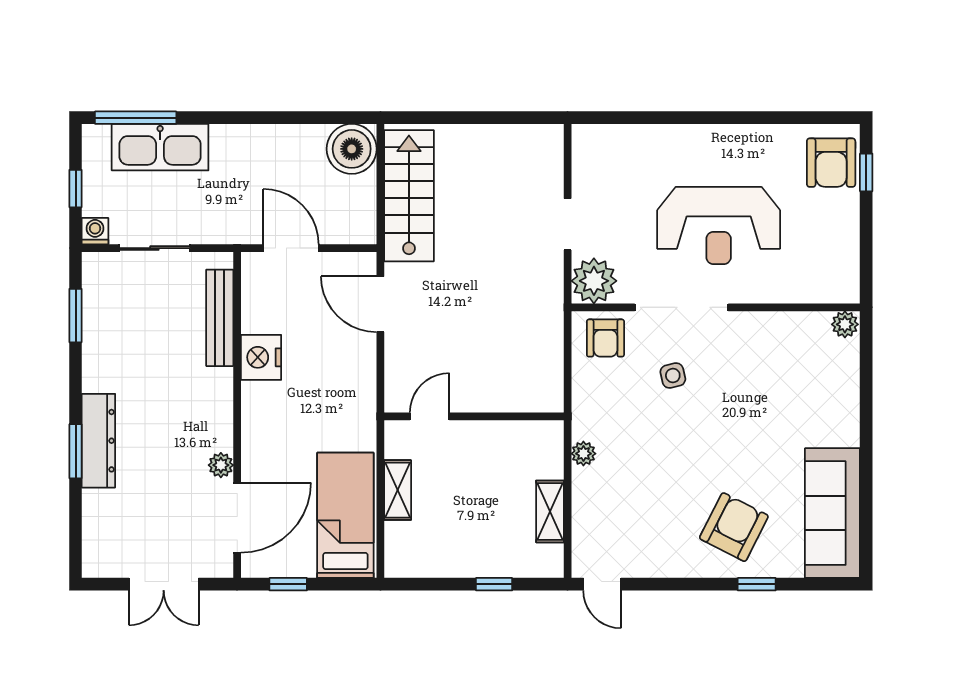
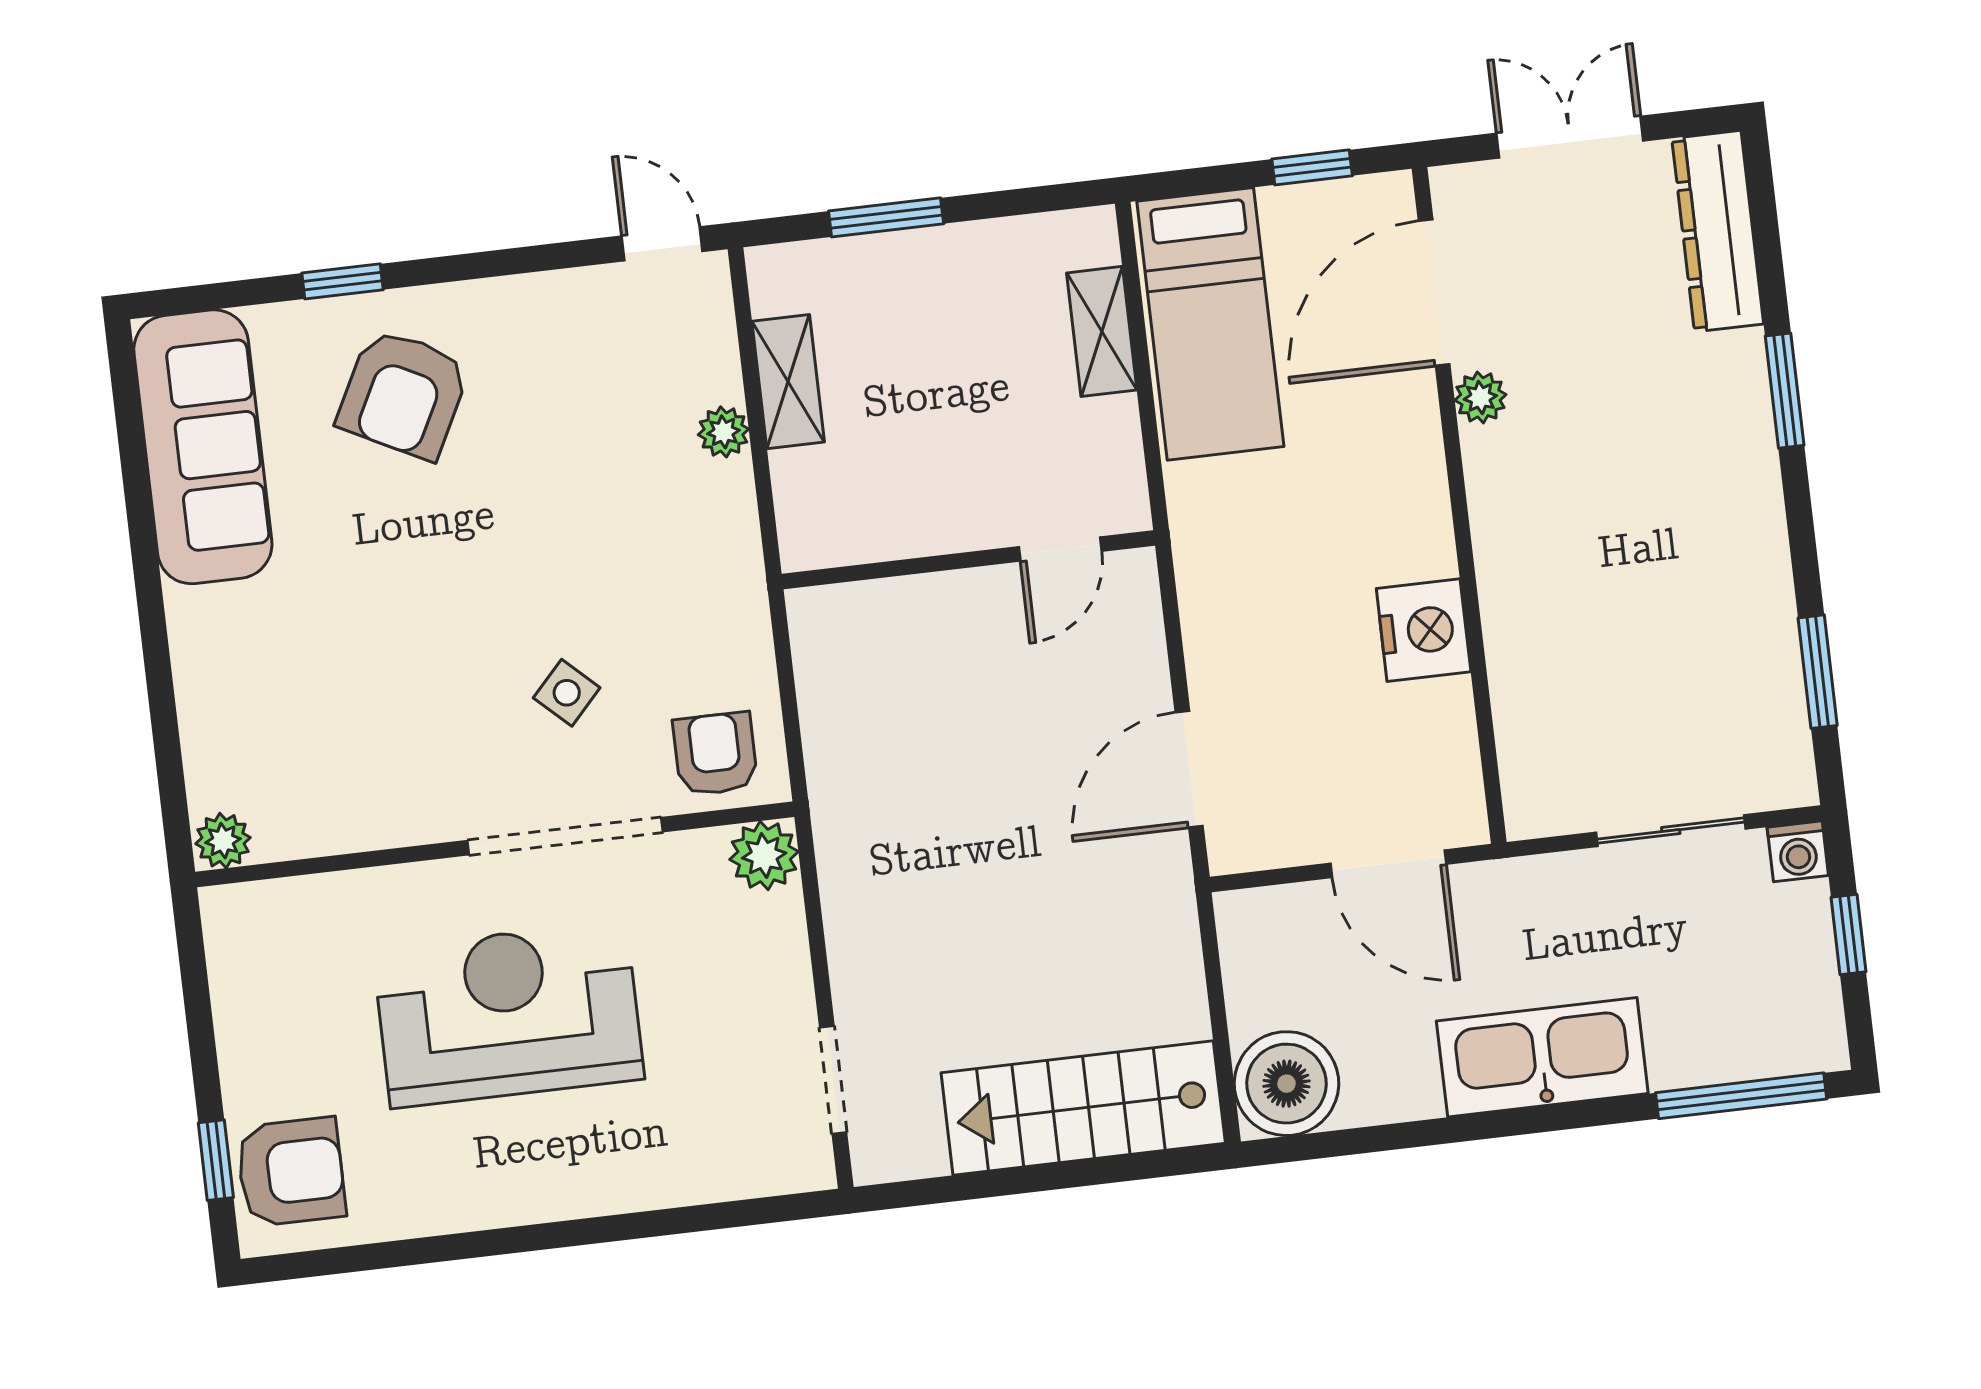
kitchen sink: (160, 147) -> (1542, 1057), moved
armchair: (831, 163) -> (291, 1172), turned 90
stairs: (409, 196) -> (1083, 1108), moved, turned 90
doorway: (568, 224) -> (833, 1080), moved
plant: (594, 281) -> (764, 855), width x0.73, depth x0.73
door: (380, 304) -> (1189, 769), swing flipped
bench: (220, 318) -> (1518, 702), removed
side table: (673, 376) -> (567, 693), turned -34
dresser: (98, 441) -> (1718, 231), moved
plant: (583, 454) -> (724, 432), moved
shelving: (398, 490) -> (1102, 331), moved
window: (494, 584) -> (886, 217), width x1.50

